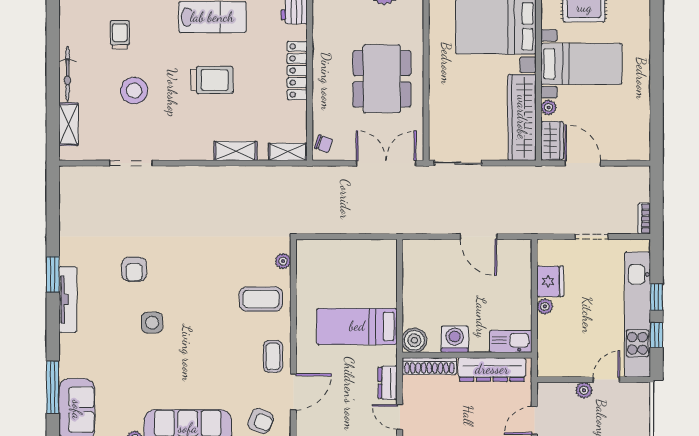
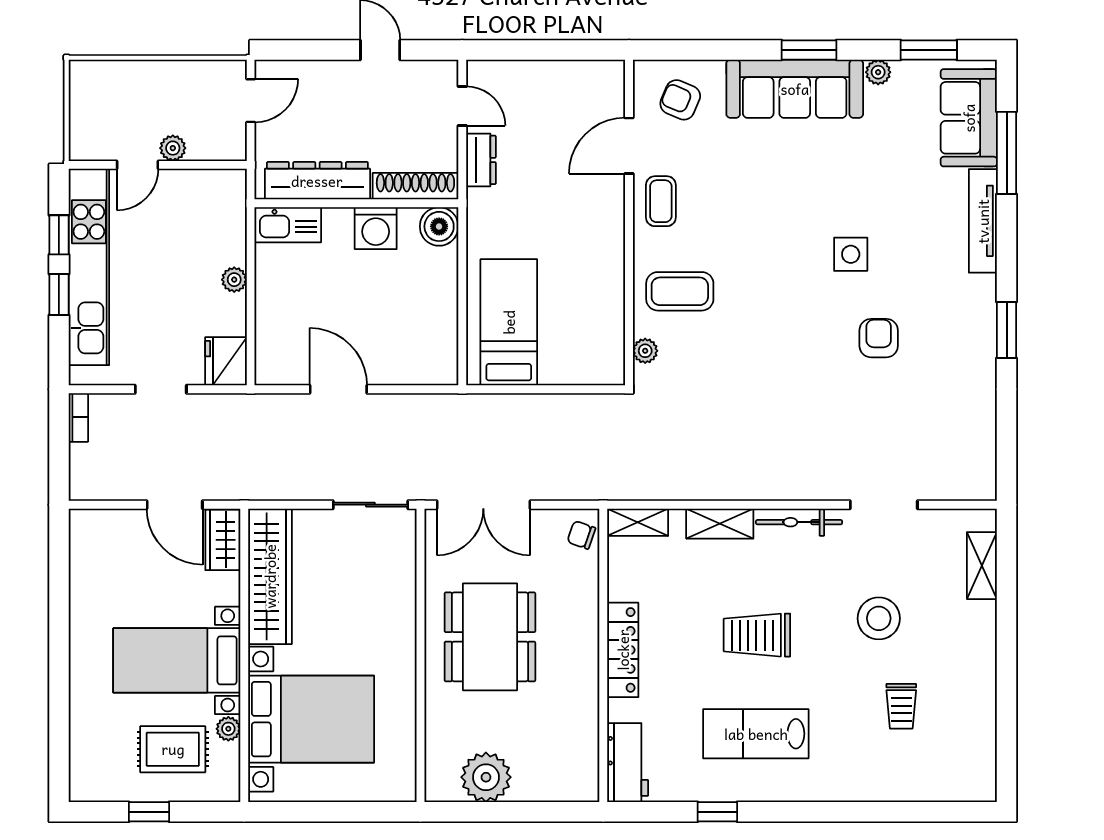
bicycle: (68, 74) -> (799, 522), moved, turned -90
plant: (549, 107) -> (228, 729), moved
fridge: (550, 281) -> (226, 361), moved
tv unit: (68, 300) -> (983, 221), moved
bed: (357, 326) -> (509, 322), moved, turned -90

